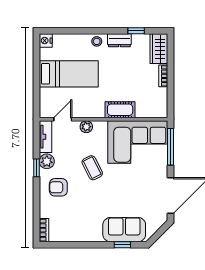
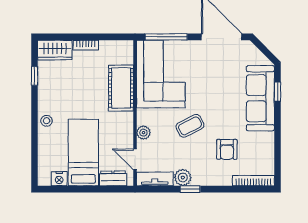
dresser: (119, 40) -> (113, 178), moved, turned -90
nightstand: (46, 41) -> (59, 179), moved
cot: (120, 110) -> (121, 88), width x1.37, depth x1.34
armchair: (58, 187) -> (227, 149), moved
bookcase: (44, 230) -> (253, 181), width x1.56
sofa: (124, 230) -> (260, 98), width x1.36

